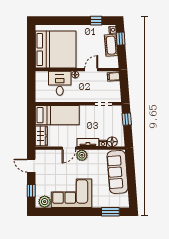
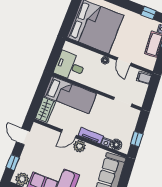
door: (91, 70) -> (124, 62), swing flipped
desk: (60, 83) -> (70, 66), moved, turned -90
window: (127, 119) -> (137, 139), moved

